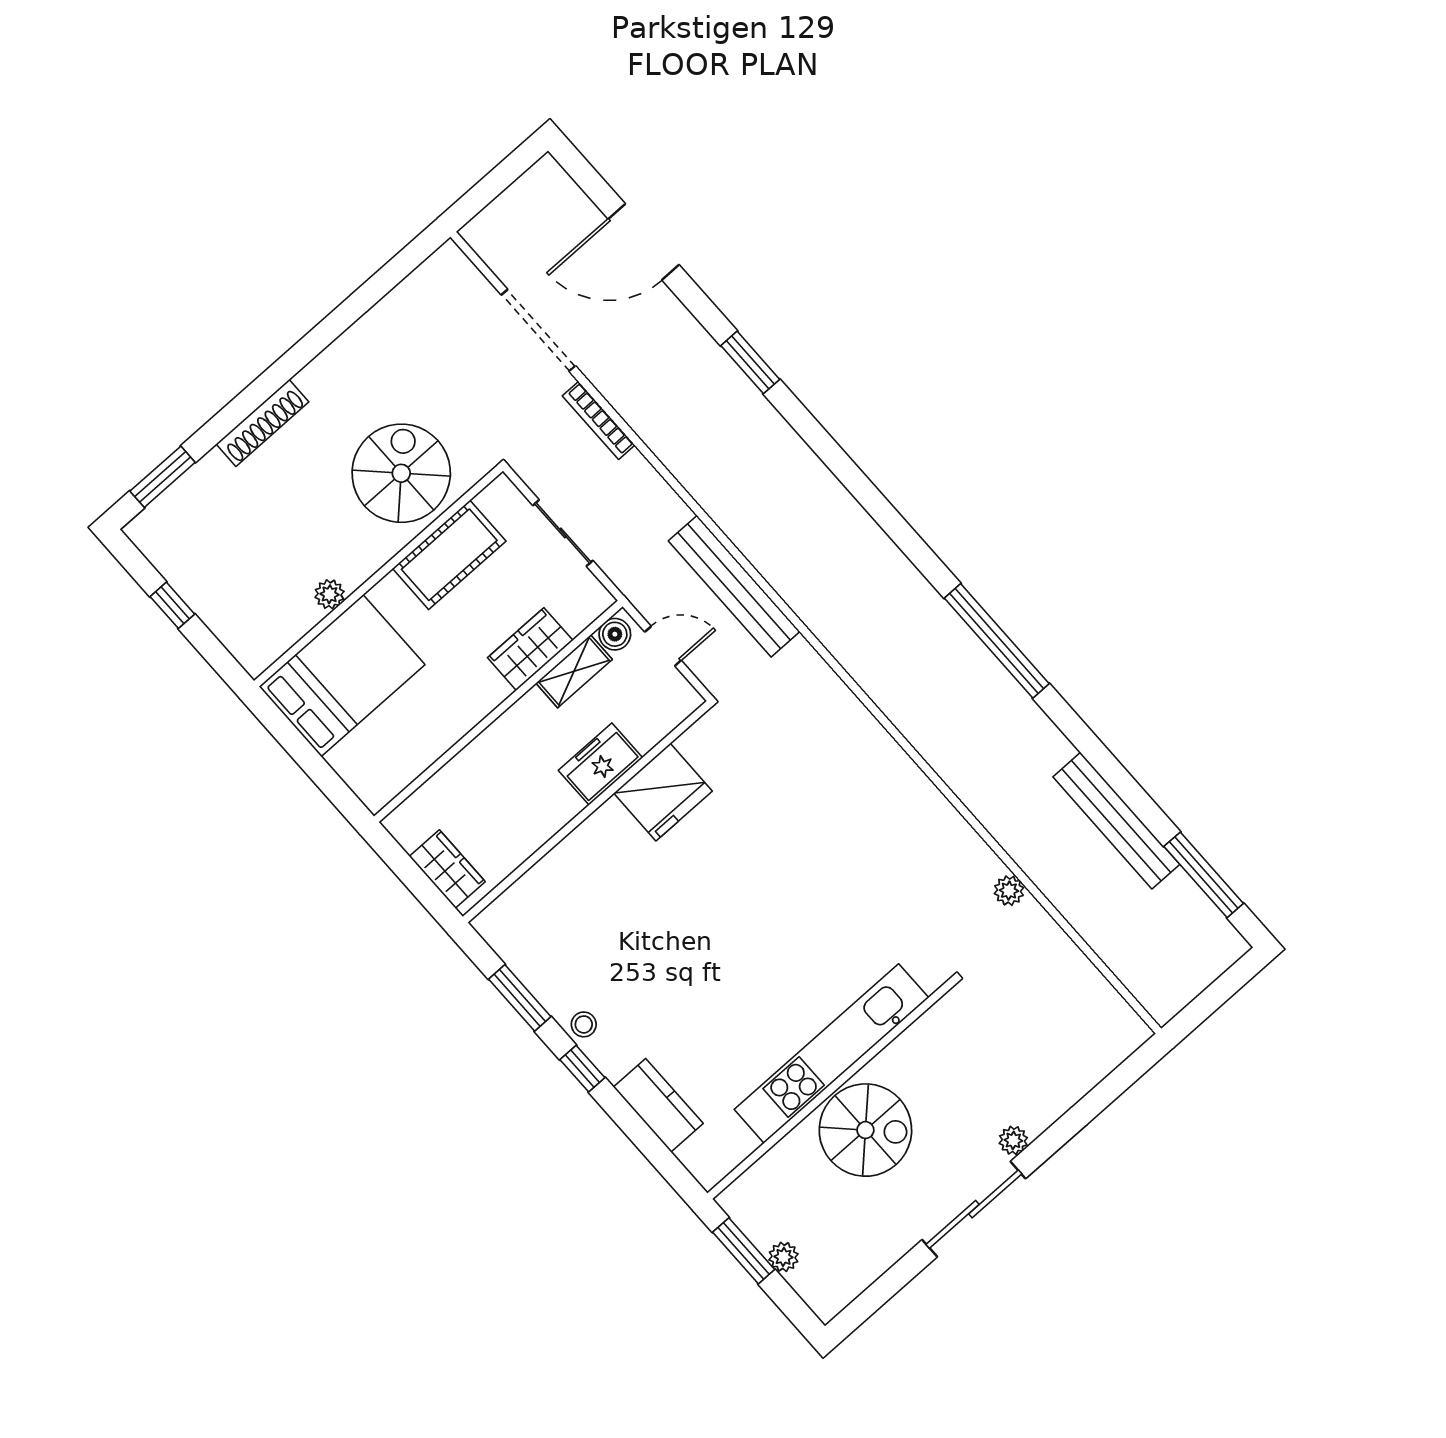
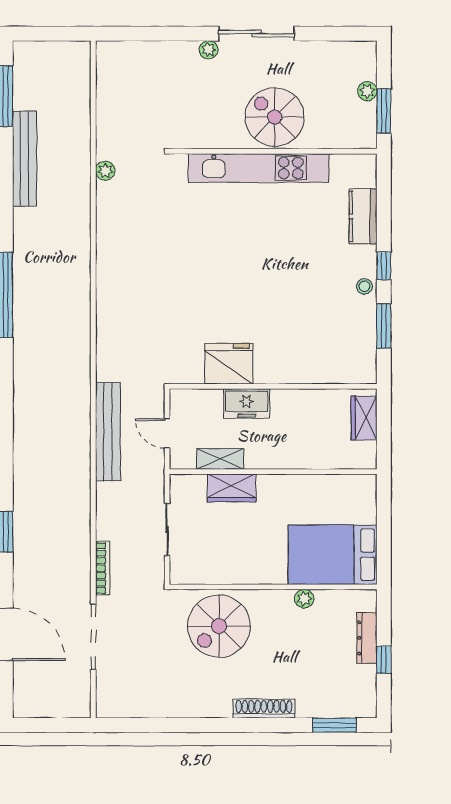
cot: (449, 555) -> (230, 567), removed
dresser: (215, 613) -> (367, 638), added
boiler: (615, 634) -> (185, 459), removed

